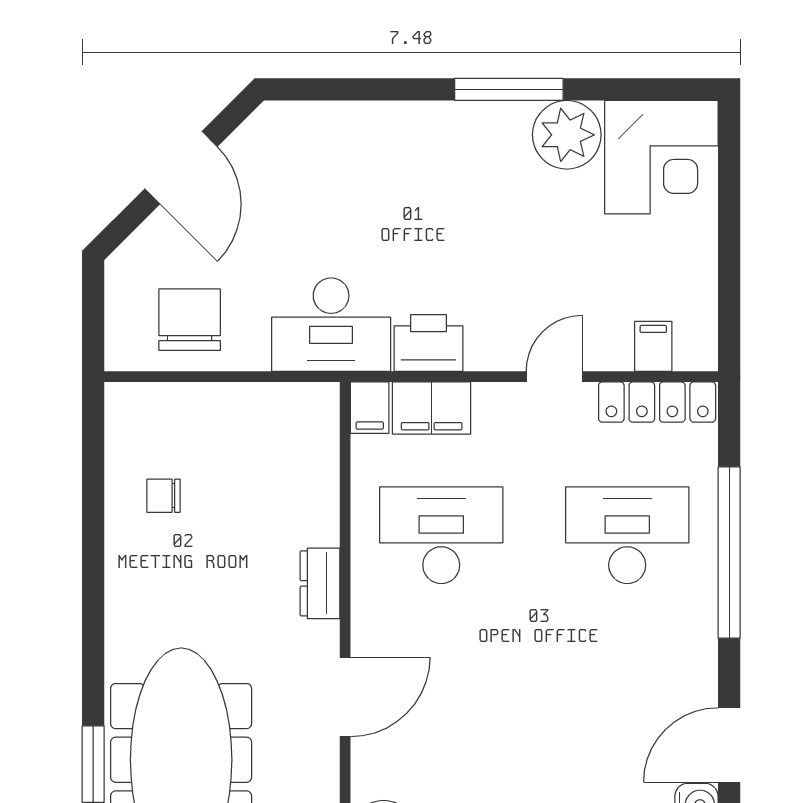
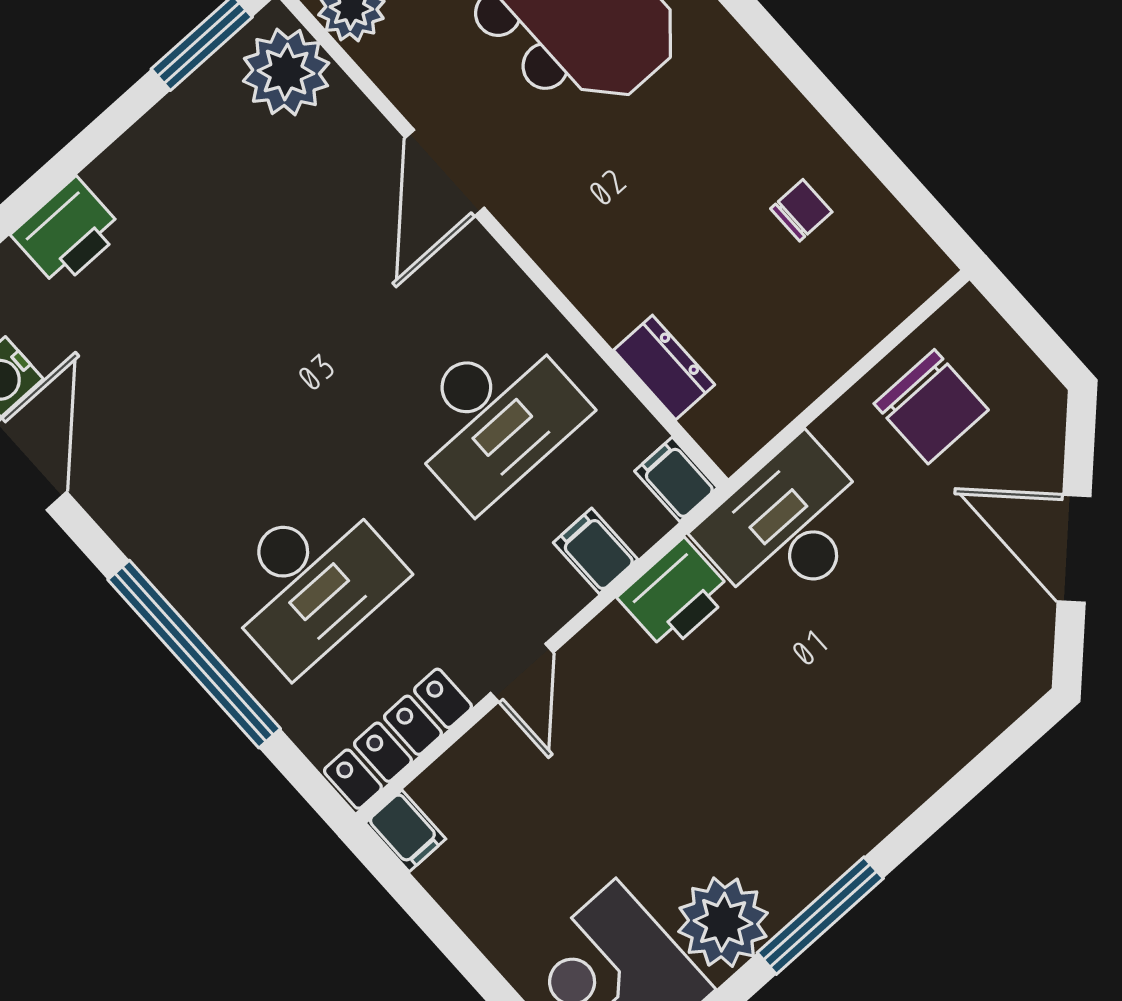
filing cabinet: (653, 346) -> (406, 831), moved
filing cabinet: (432, 408) -> (596, 551), width x0.50
dresser: (320, 583) -> (664, 367), moved

